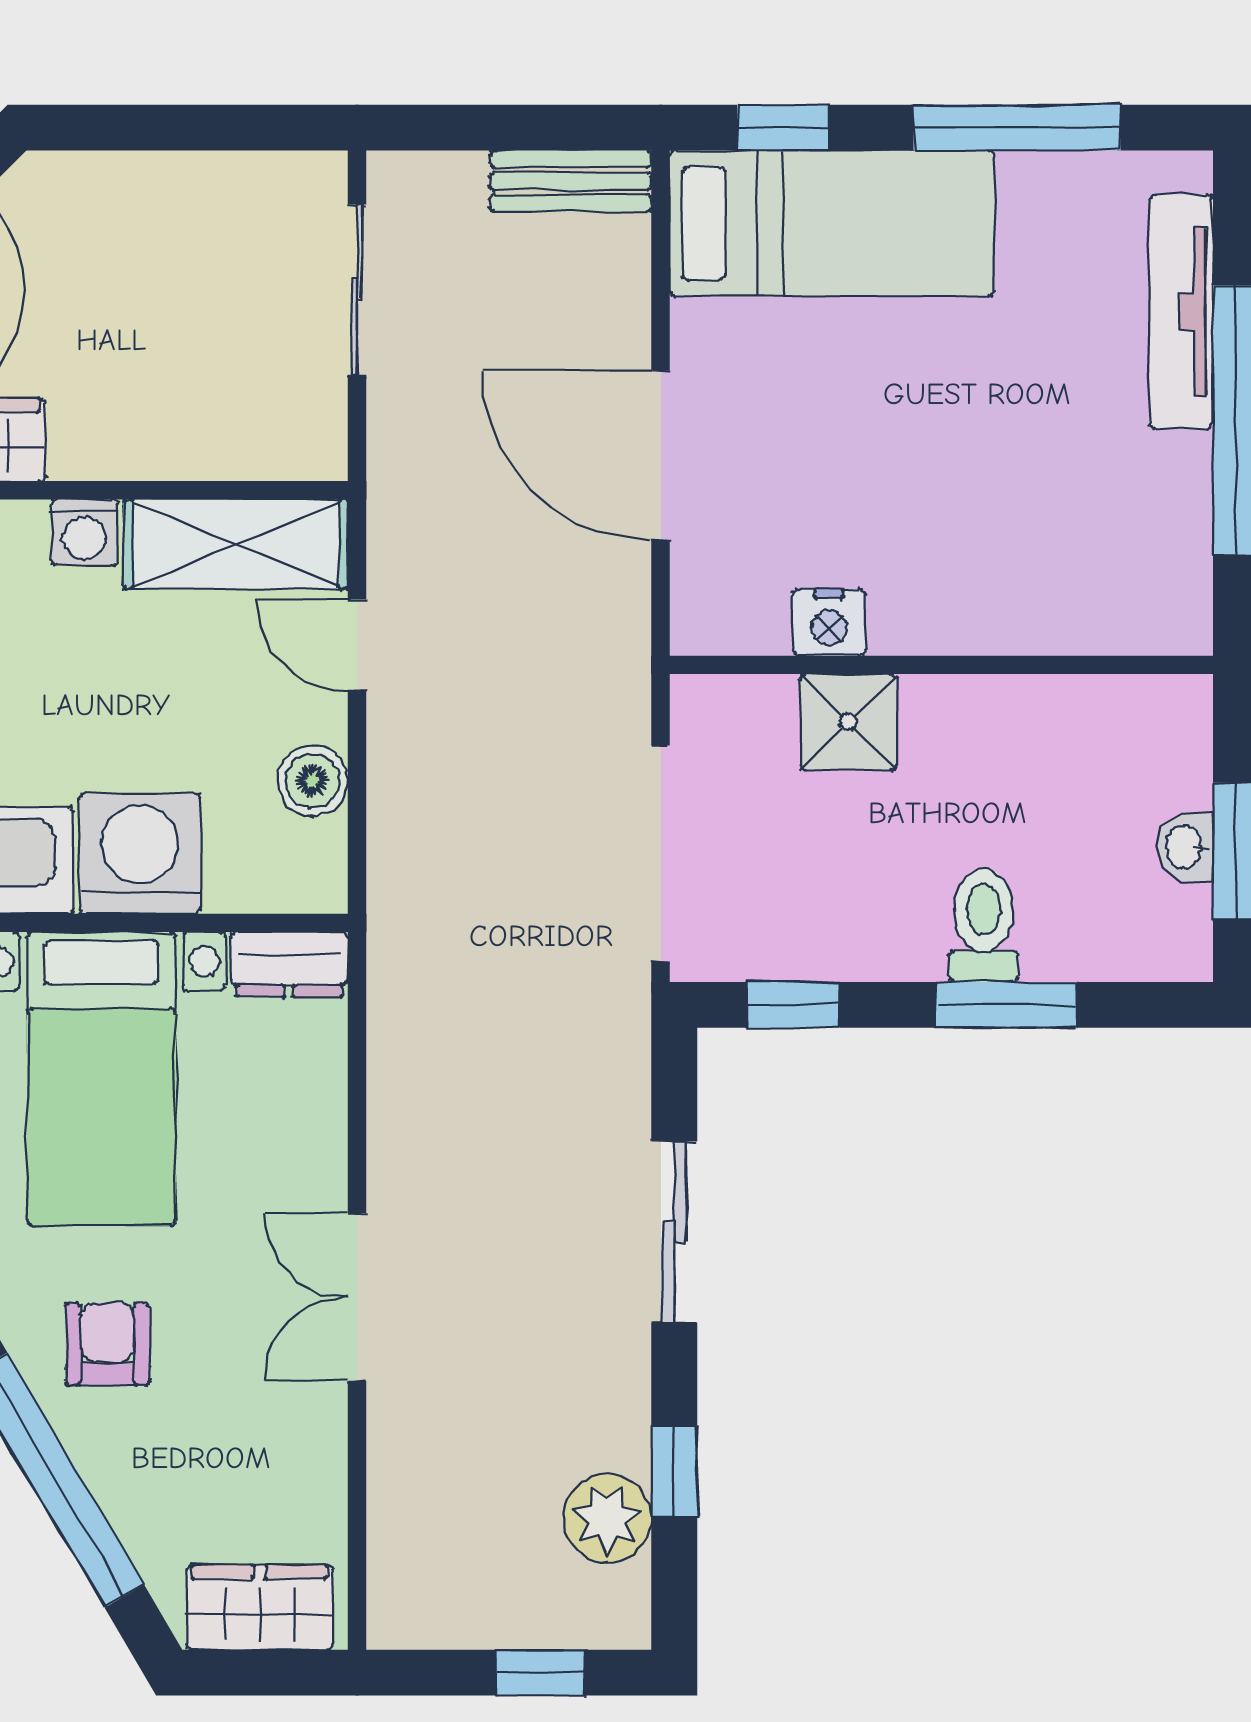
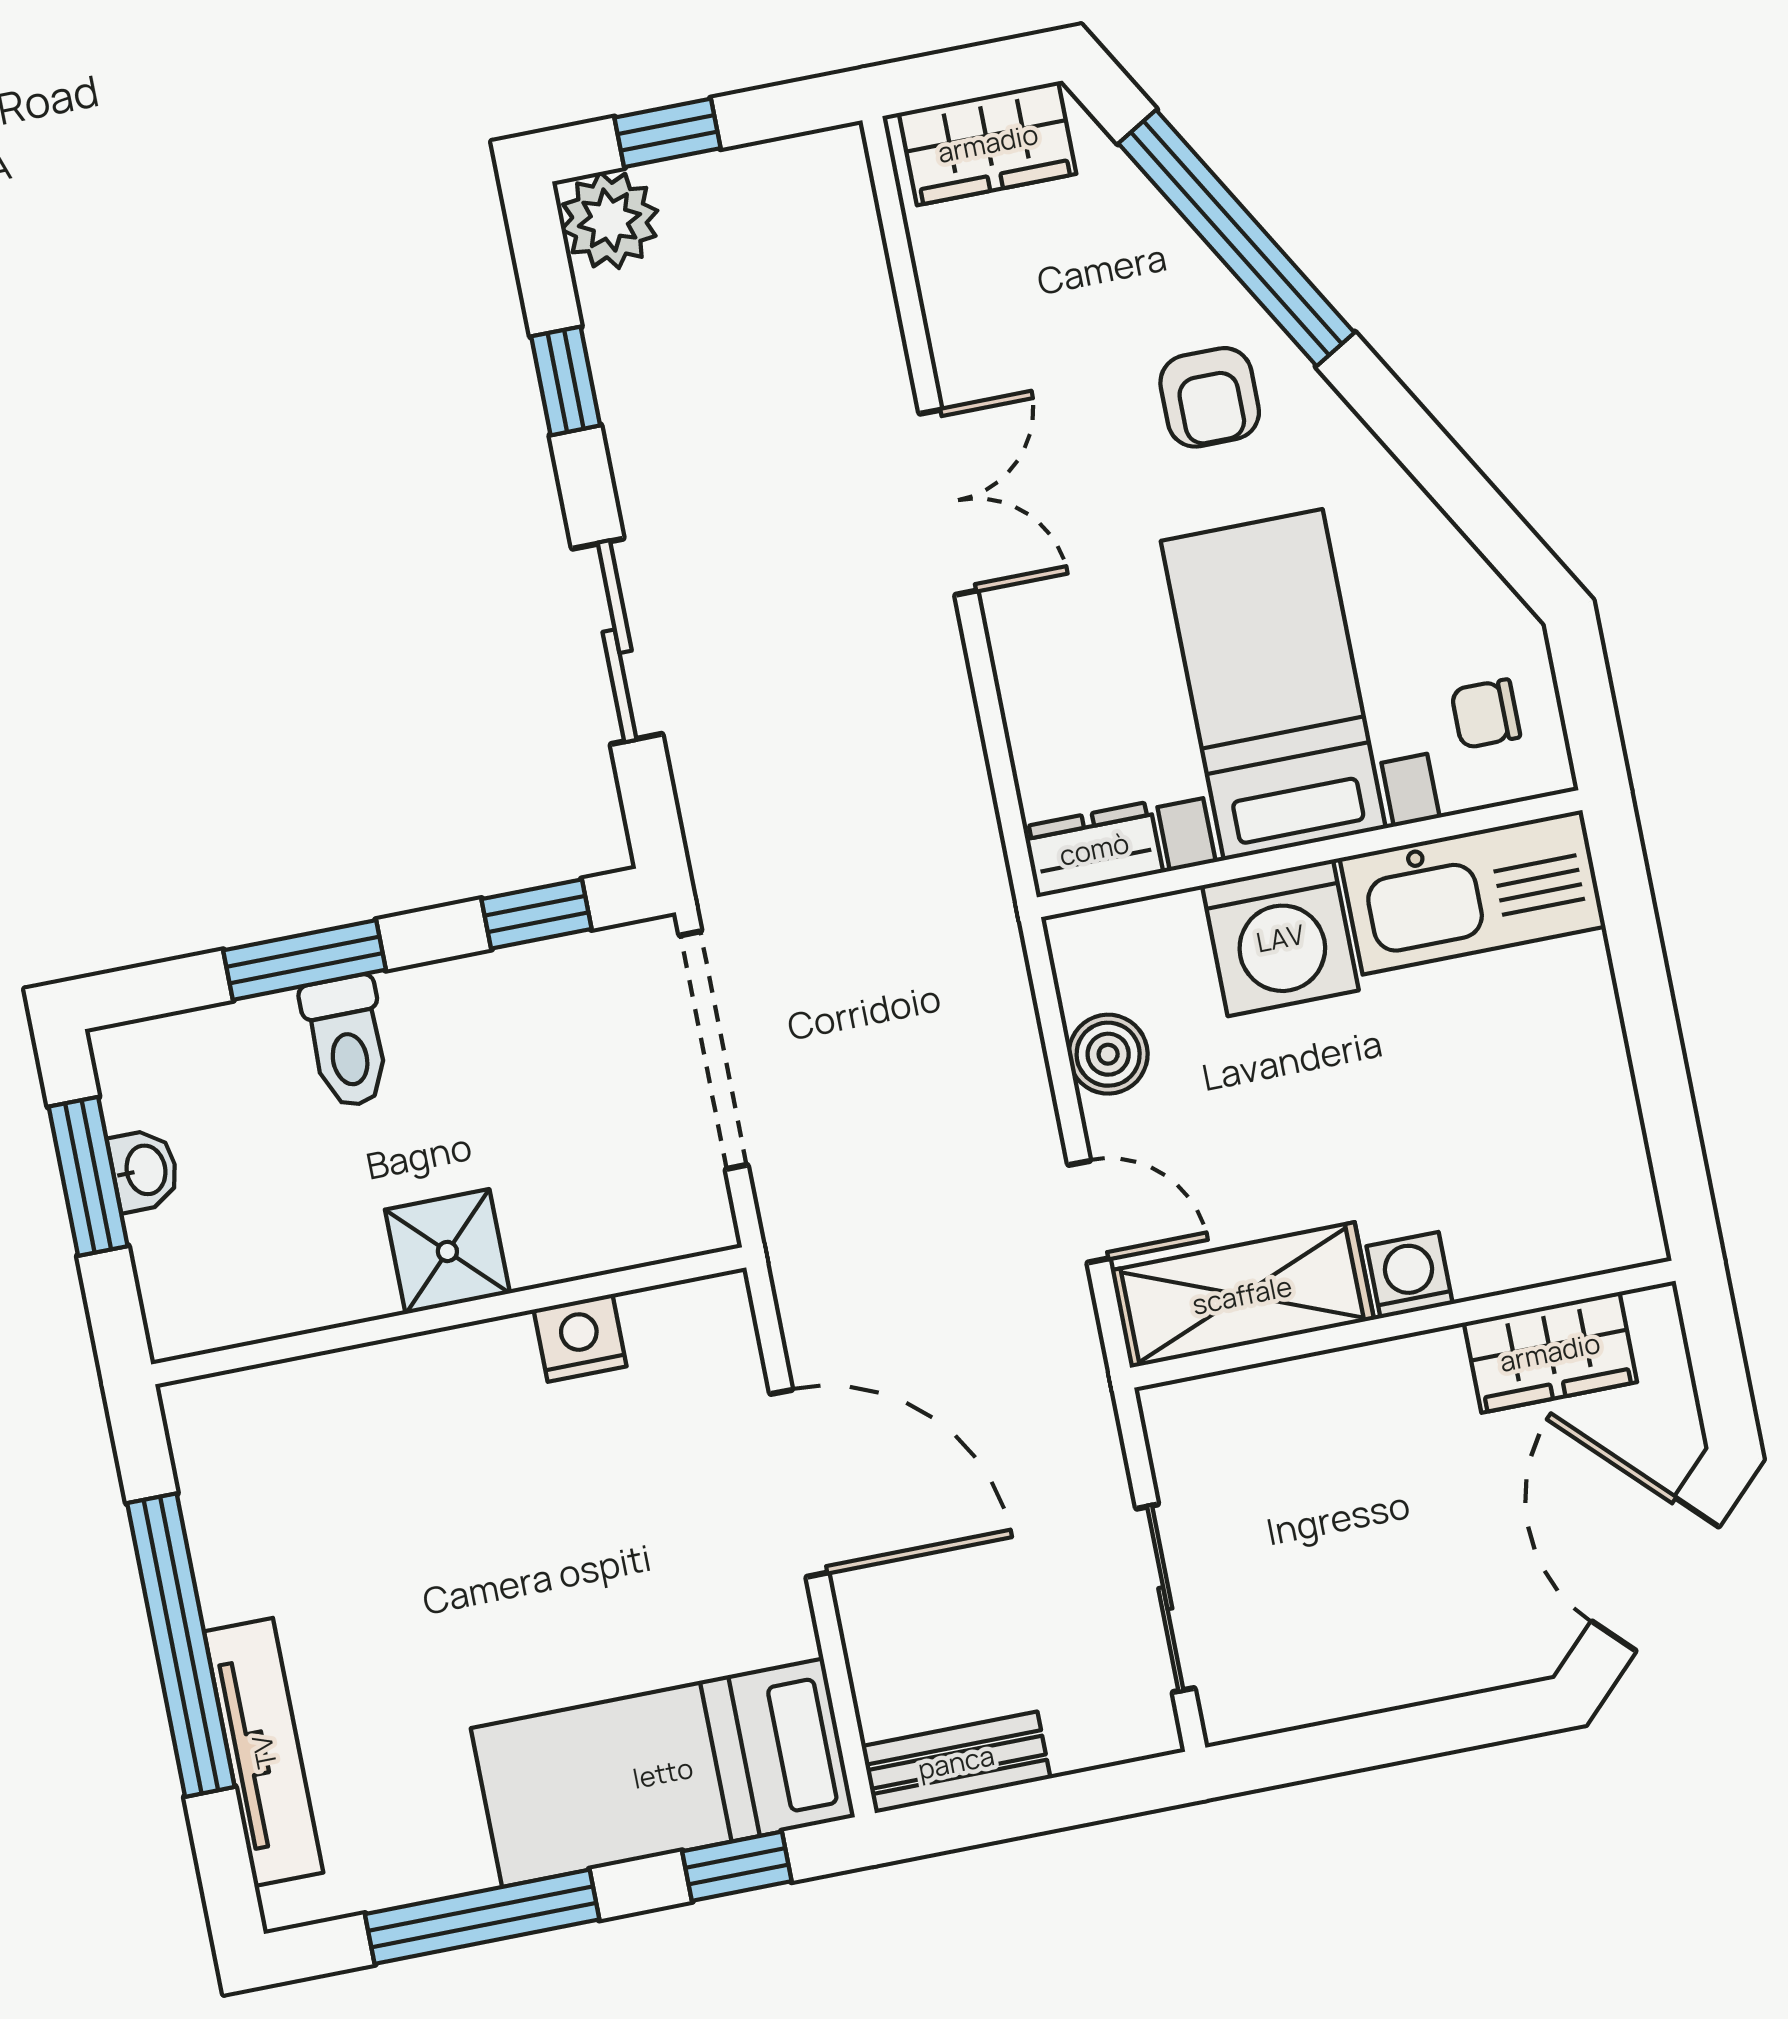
shower: (848, 722) -> (447, 1251), moved
plant: (607, 1518) -> (609, 220), moved

